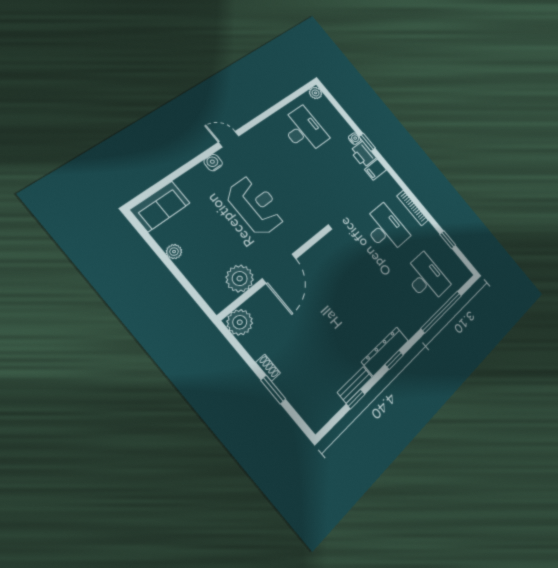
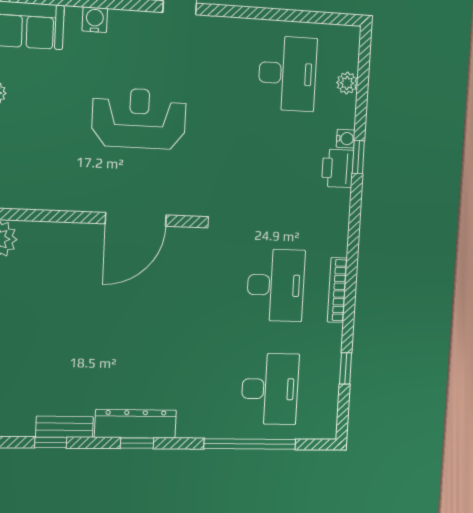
plant: (316, 93) -> (347, 83), moved
water cooler: (213, 163) -> (95, 20), moved
filing cabinet: (376, 170) -> (335, 201), removed
reception desk: (256, 205) -> (139, 118), turned -90
door: (279, 269) -> (136, 219), moved
plant: (240, 279) -> (42, 189), removed

